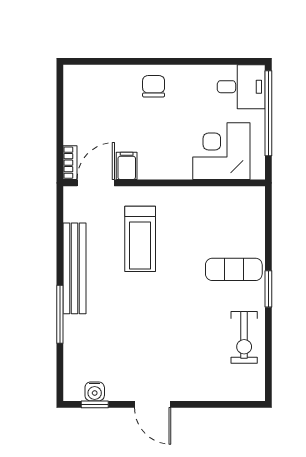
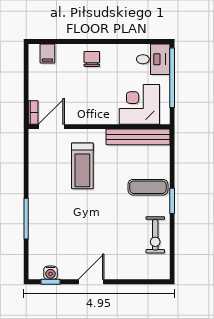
filing cabinet: (127, 166) -> (47, 53), moved, turned 180
bench: (75, 268) -> (138, 137), moved, turned 90
door: (153, 404) -> (91, 282), swing flipped

